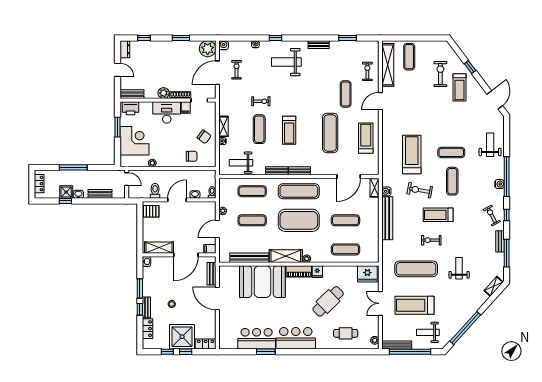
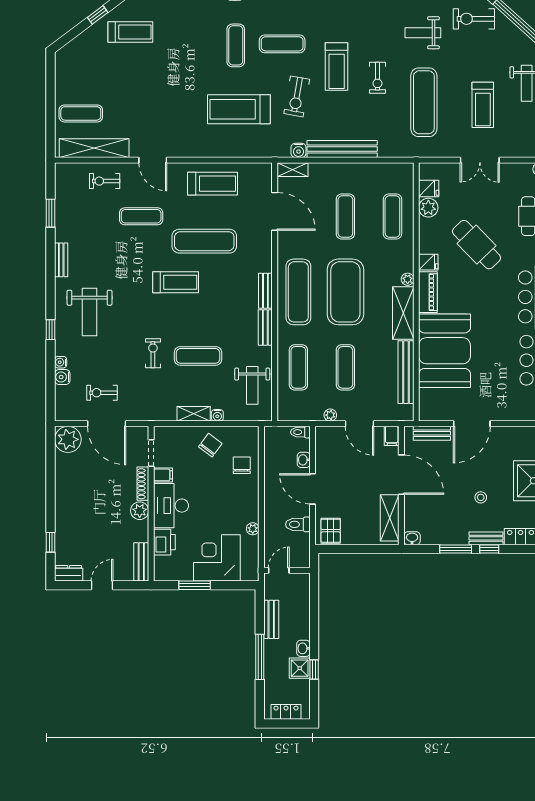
window: (181, 38) -> (51, 483), removed
water cooler: (224, 45) -> (62, 377), moved
exercise bike: (440, 74) -> (474, 19), moved
printer: (130, 108) -> (164, 542), moved
treadmill: (289, 130) -> (176, 282), moved
treadmill: (366, 138) -> (212, 184), turned 180
bench: (100, 194) -> (271, 619), moved
plant: (351, 272) -> (428, 208), added
fridge: (367, 274) -> (429, 188), width x0.53, depth x0.75
treadmill: (414, 305) -> (483, 105), width x0.73, depth x0.73

